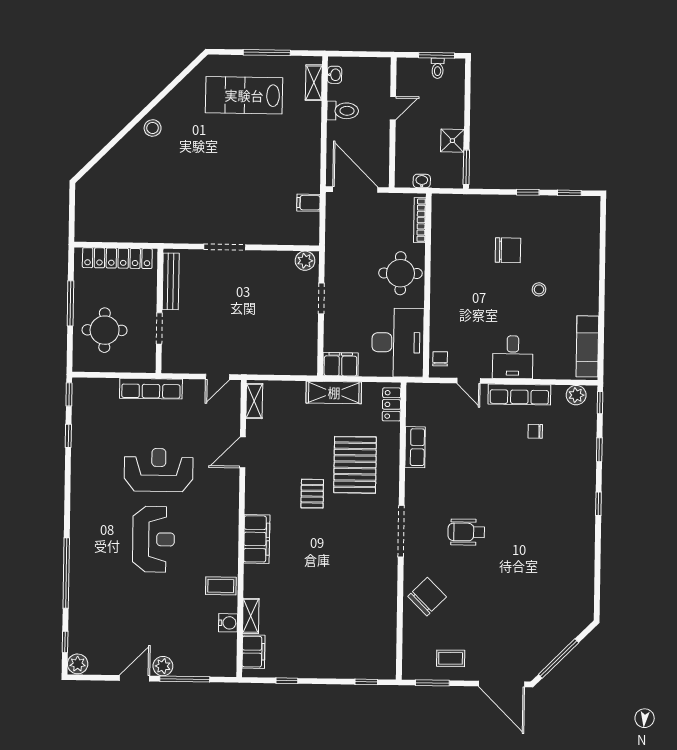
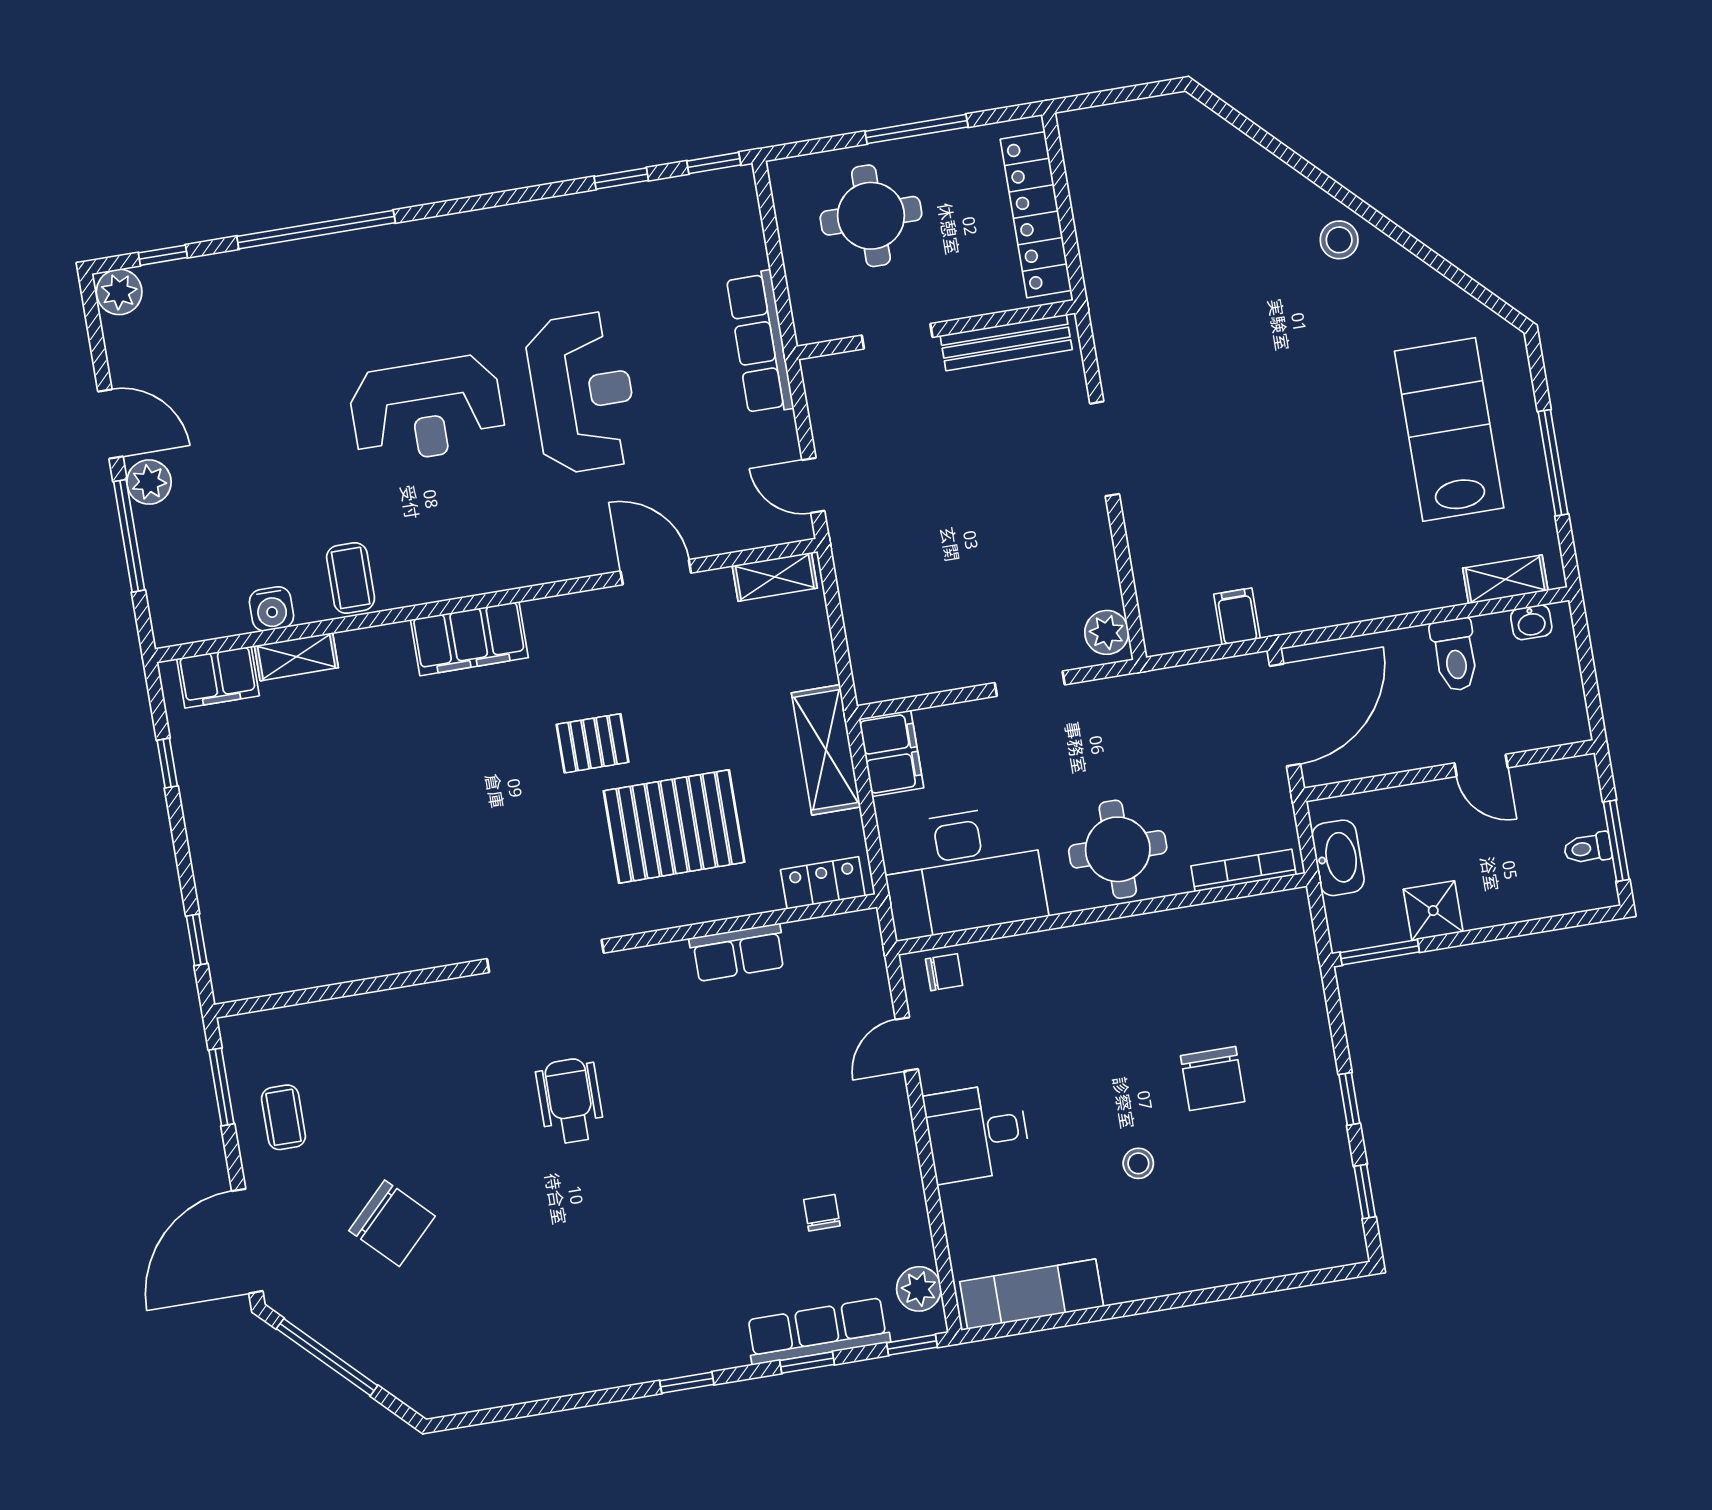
washbasin: (422, 181) -> (1338, 858), width x1.91, depth x1.45
row of seats: (519, 394) -> (818, 1331), moved, turned 90
chair: (427, 597) -> (392, 1223), moved

